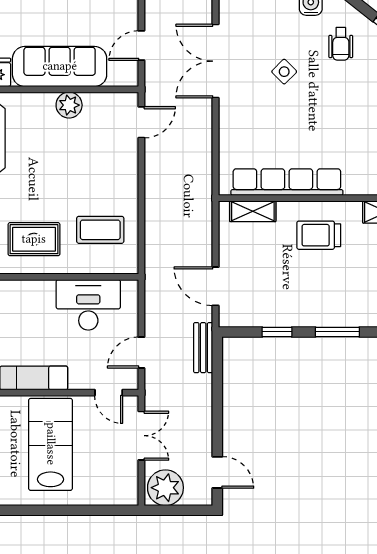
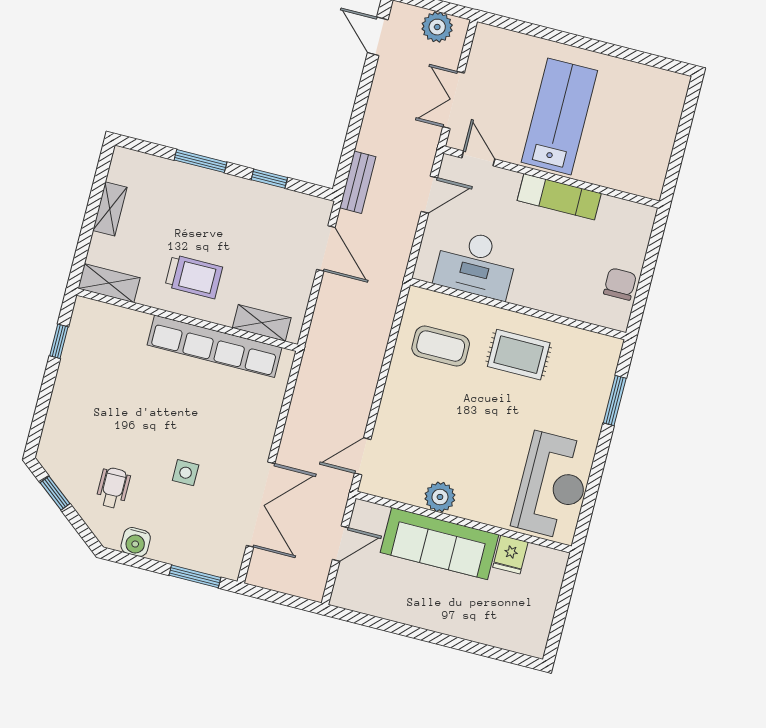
side table: (284, 72) -> (186, 473), turned 45
lab bench: (51, 444) -> (559, 116), turned 180
plant: (165, 488) -> (437, 27), width x0.73, depth x0.73

